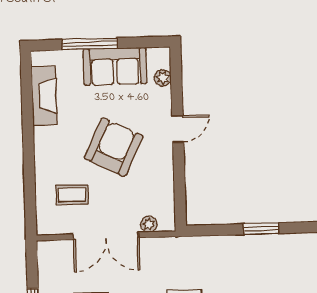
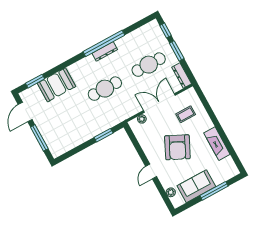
fireplace: (44, 96) -> (217, 144), moved
window: (261, 229) -> (104, 135), moved
dresser: (46, 263) -> (182, 75), added

